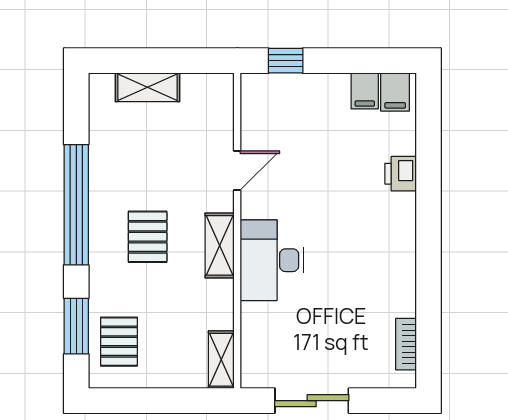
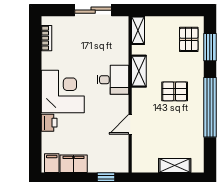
filing cabinet: (365, 91) -> (74, 164), width x2.00
corner desk: (373, 236) -> (63, 91), added
pallet: (148, 237) -> (175, 91), turned 90
shelving: (220, 245) -> (139, 71), moved
desk: (272, 260) -> (113, 80), width x0.73

